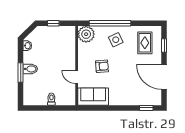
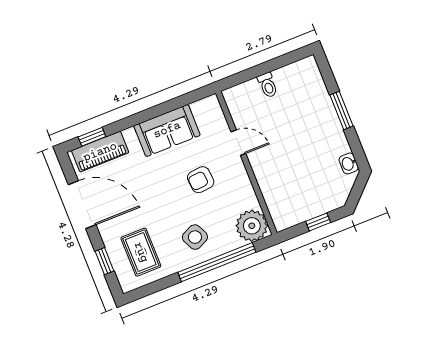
bidet: (30, 69) -> (327, 124), removed
sofa: (93, 97) -> (167, 130), moved
piano: (145, 99) -> (100, 152), added

